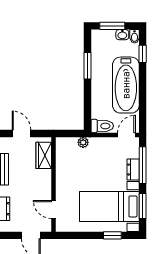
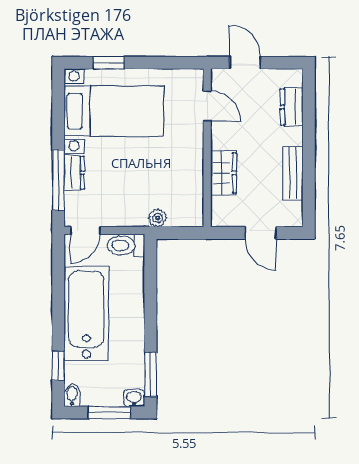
washbasin: (122, 35) -> (134, 398), moved
window: (87, 66) -> (150, 374), moved
wardrobe: (44, 155) -> (224, 173), moved
window: (143, 206) -> (58, 112), removed

